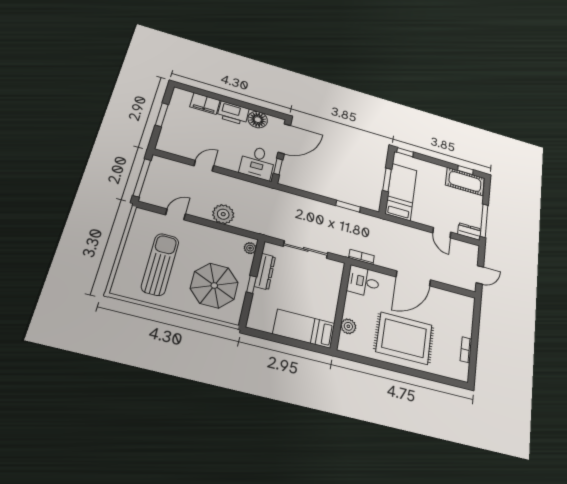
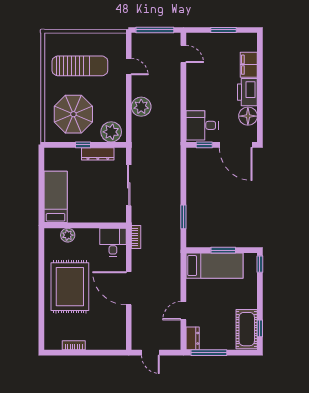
door: (204, 166) -> (183, 54), moved
plant: (250, 248) -> (111, 132), width x1.88, depth x1.88

